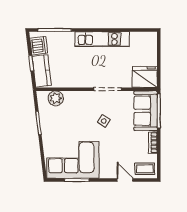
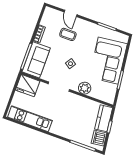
kitchen unit: (102, 39) -> (30, 119), moved
plant: (56, 98) -> (85, 88), moved
corner sofa: (73, 160) -> (108, 61), moved, turned 83
coffee table: (145, 169) -> (68, 34), moved

